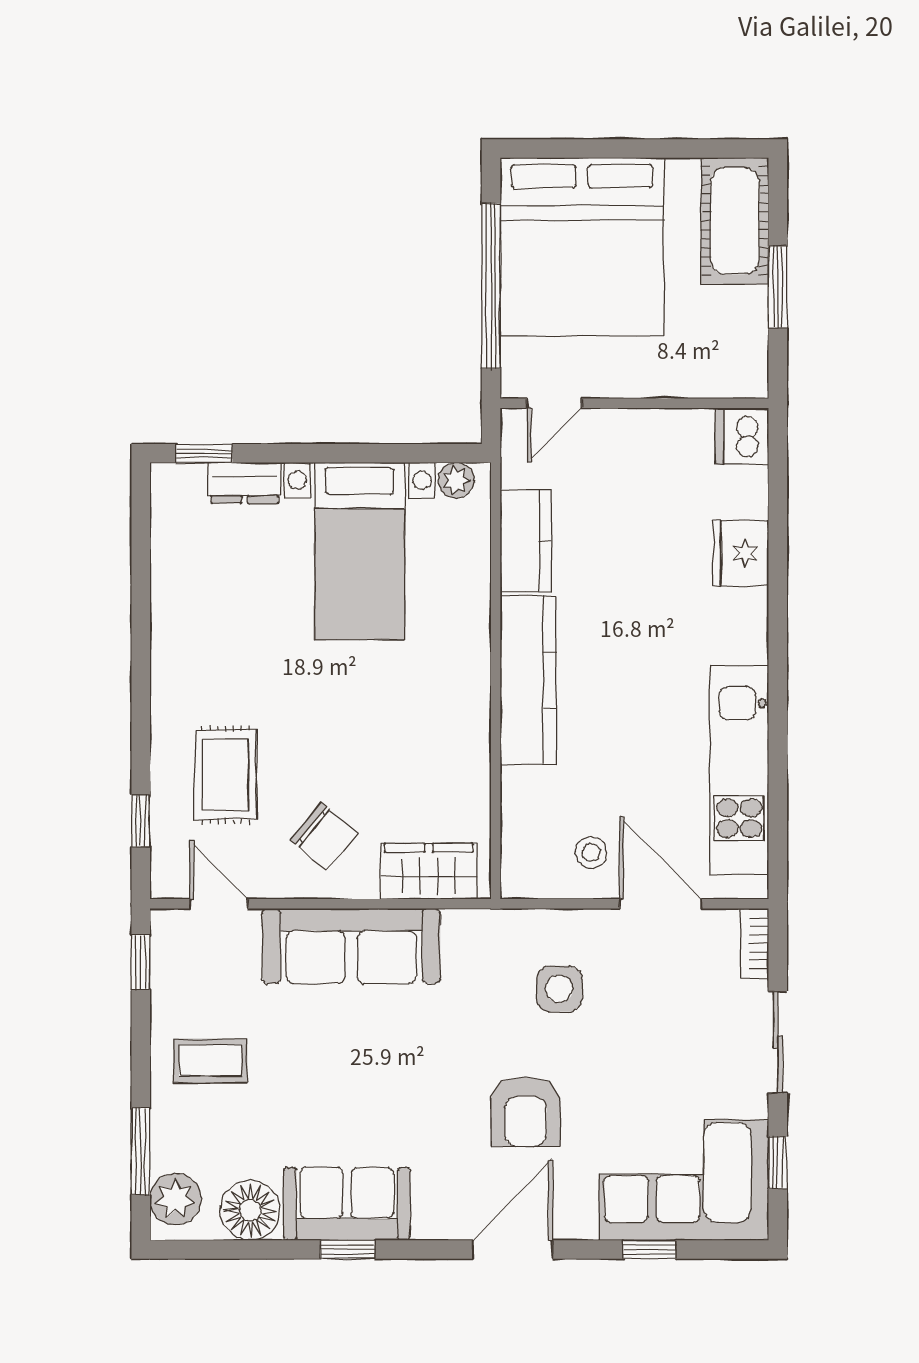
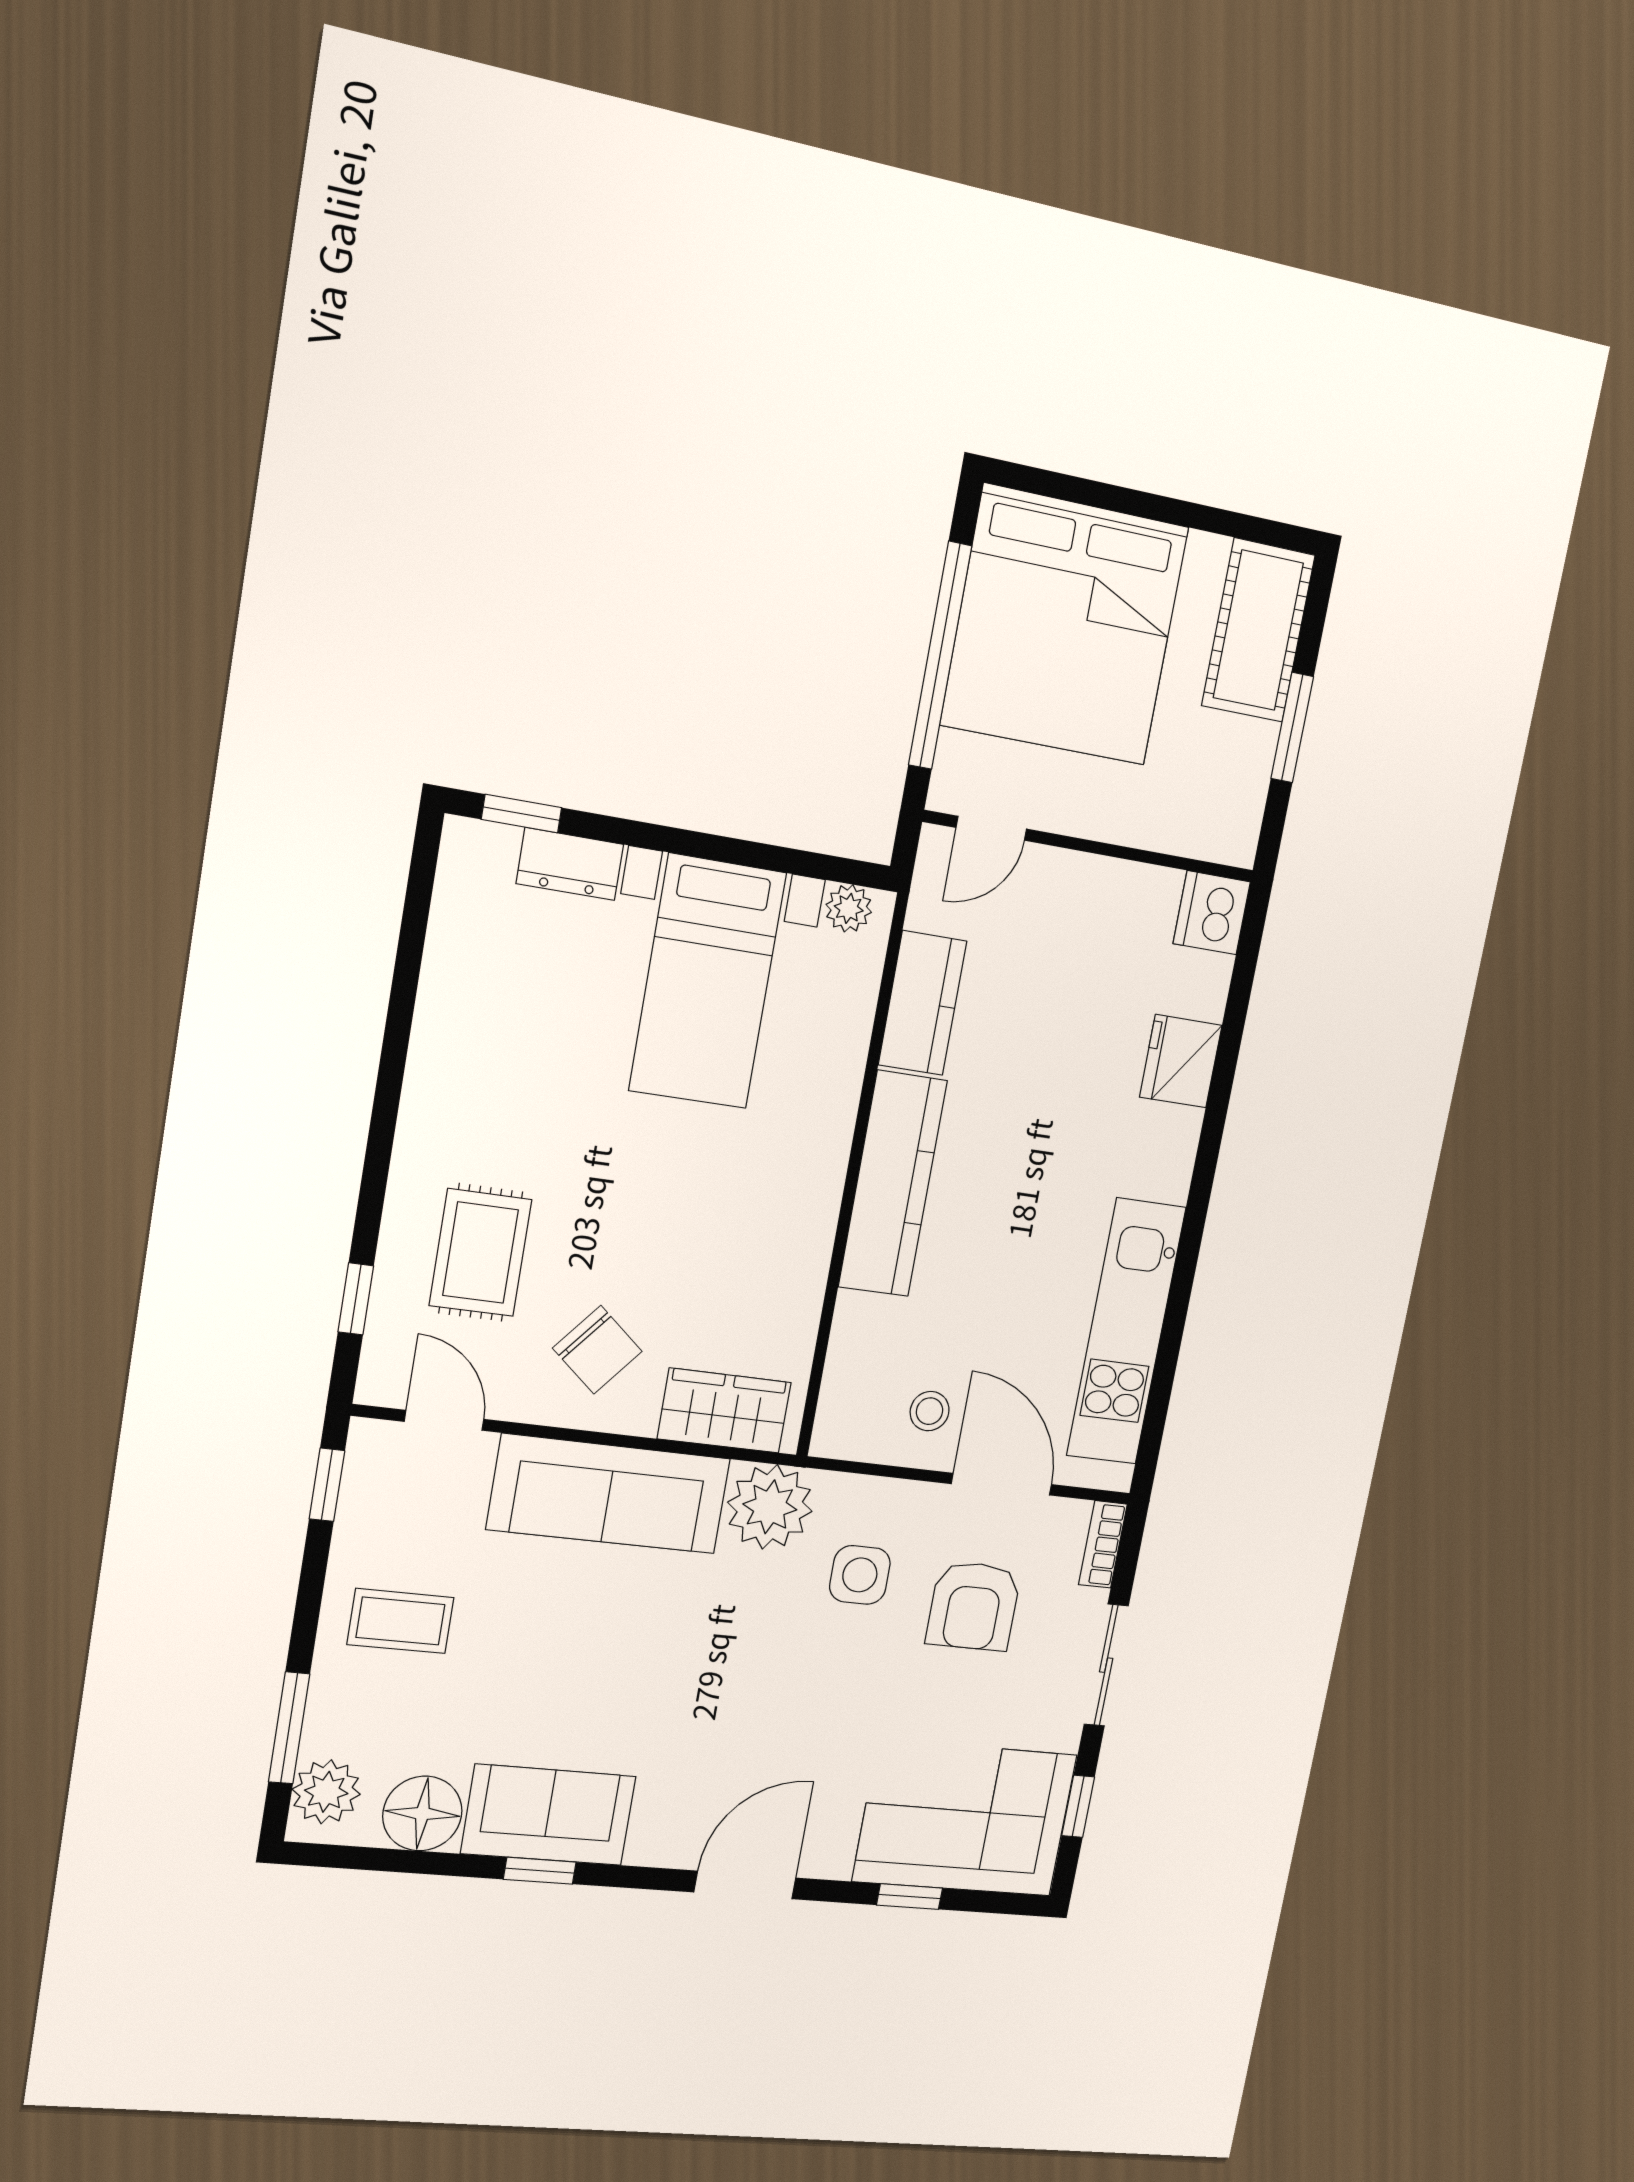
plant: (478, 942) -> (770, 1507), added
armchair: (526, 1112) -> (973, 1606), moved

